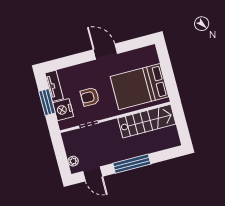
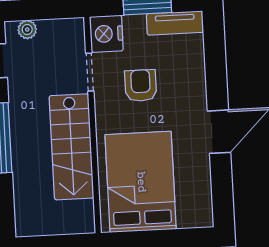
nightstand: (63, 110) -> (106, 34), moved, turned -90
stairs: (147, 121) -> (71, 147), moved

